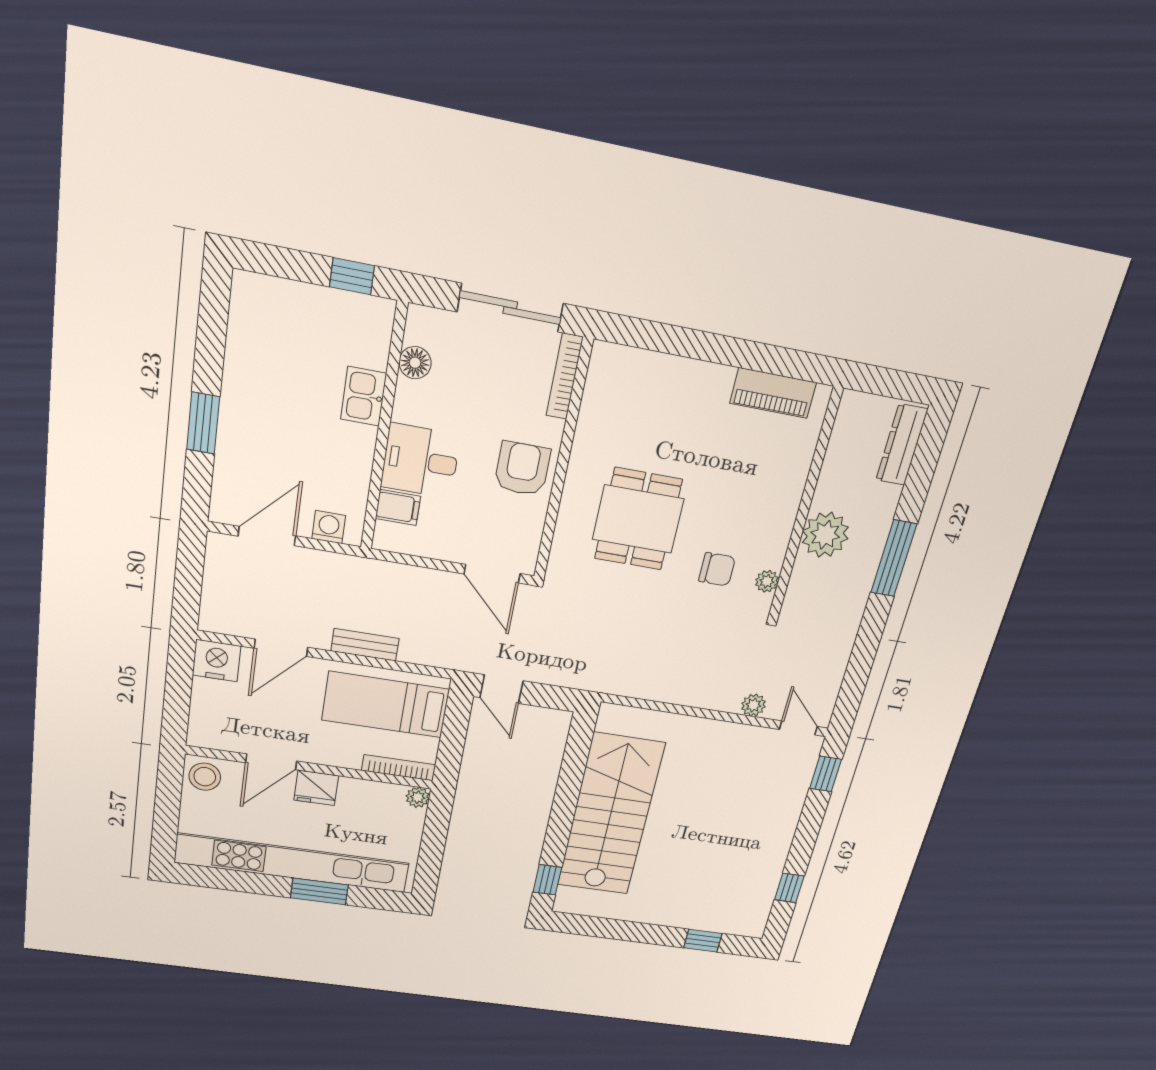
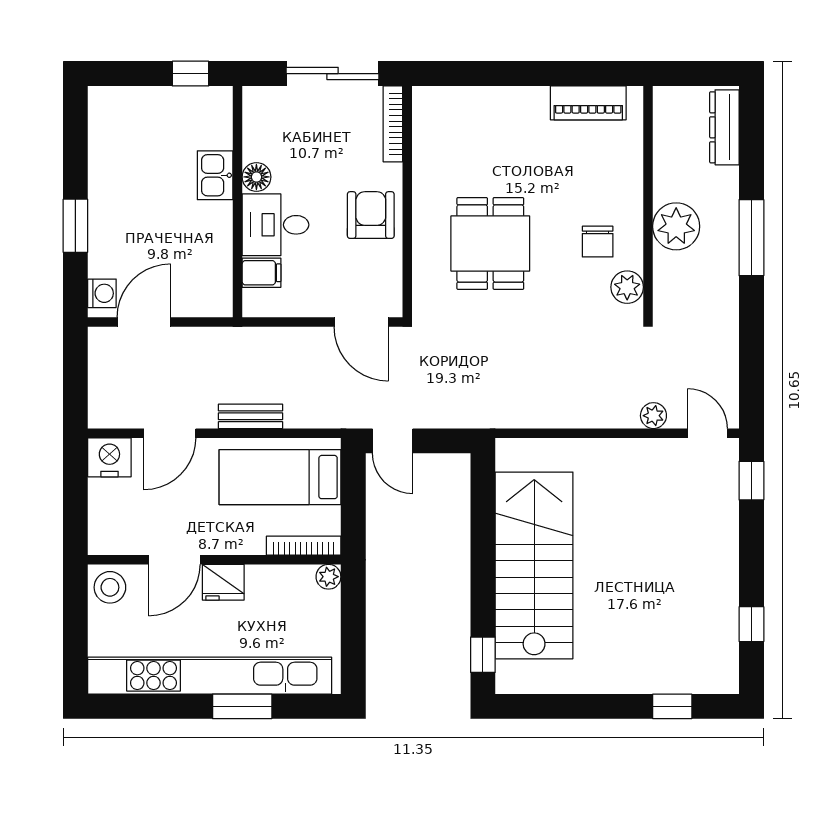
floor lamp: (415, 363) -> (256, 177), moved
washing machine: (329, 527) -> (102, 293), moved, turned 90
chair: (717, 569) -> (598, 242), moved, turned 90
plant: (767, 581) -> (627, 287), width x1.38, depth x1.38

